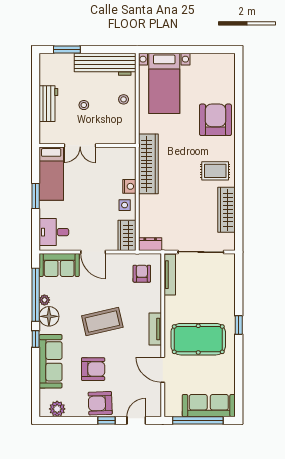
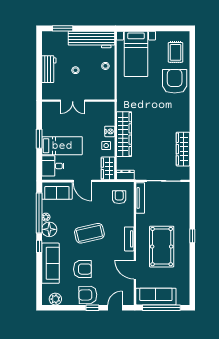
wardrobe: (148, 164) -> (124, 134), moved
rug: (215, 171) -> (176, 52), moved, turned 90
bed: (51, 174) -> (62, 146), moved, turned -90
pool table: (198, 339) -> (162, 247), turned 90
sofa: (209, 406) -> (156, 297), moved

